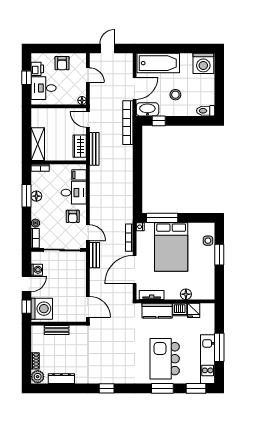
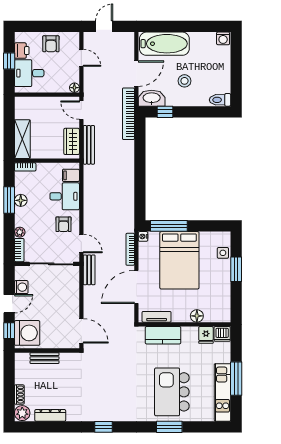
washing machine: (203, 63) -> (223, 38), width x0.53, depth x0.53
dishwasher: (180, 309) -> (222, 334), moved
window: (196, 388) -> (209, 427), removed

